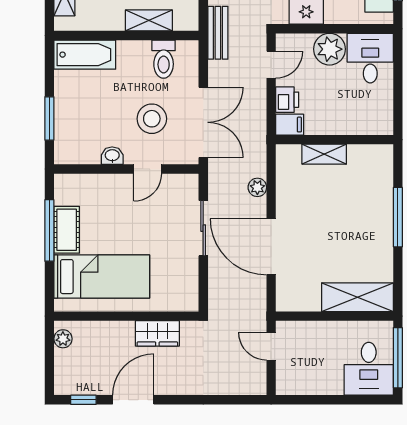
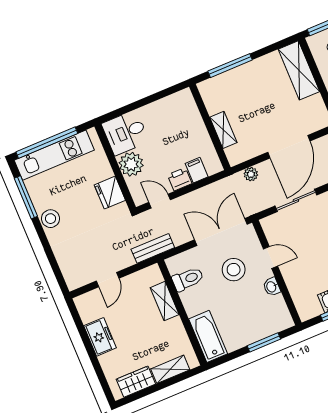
wall: (334, 140) -> (210, 127), moved
shelving: (324, 154) -> (223, 130), moved

